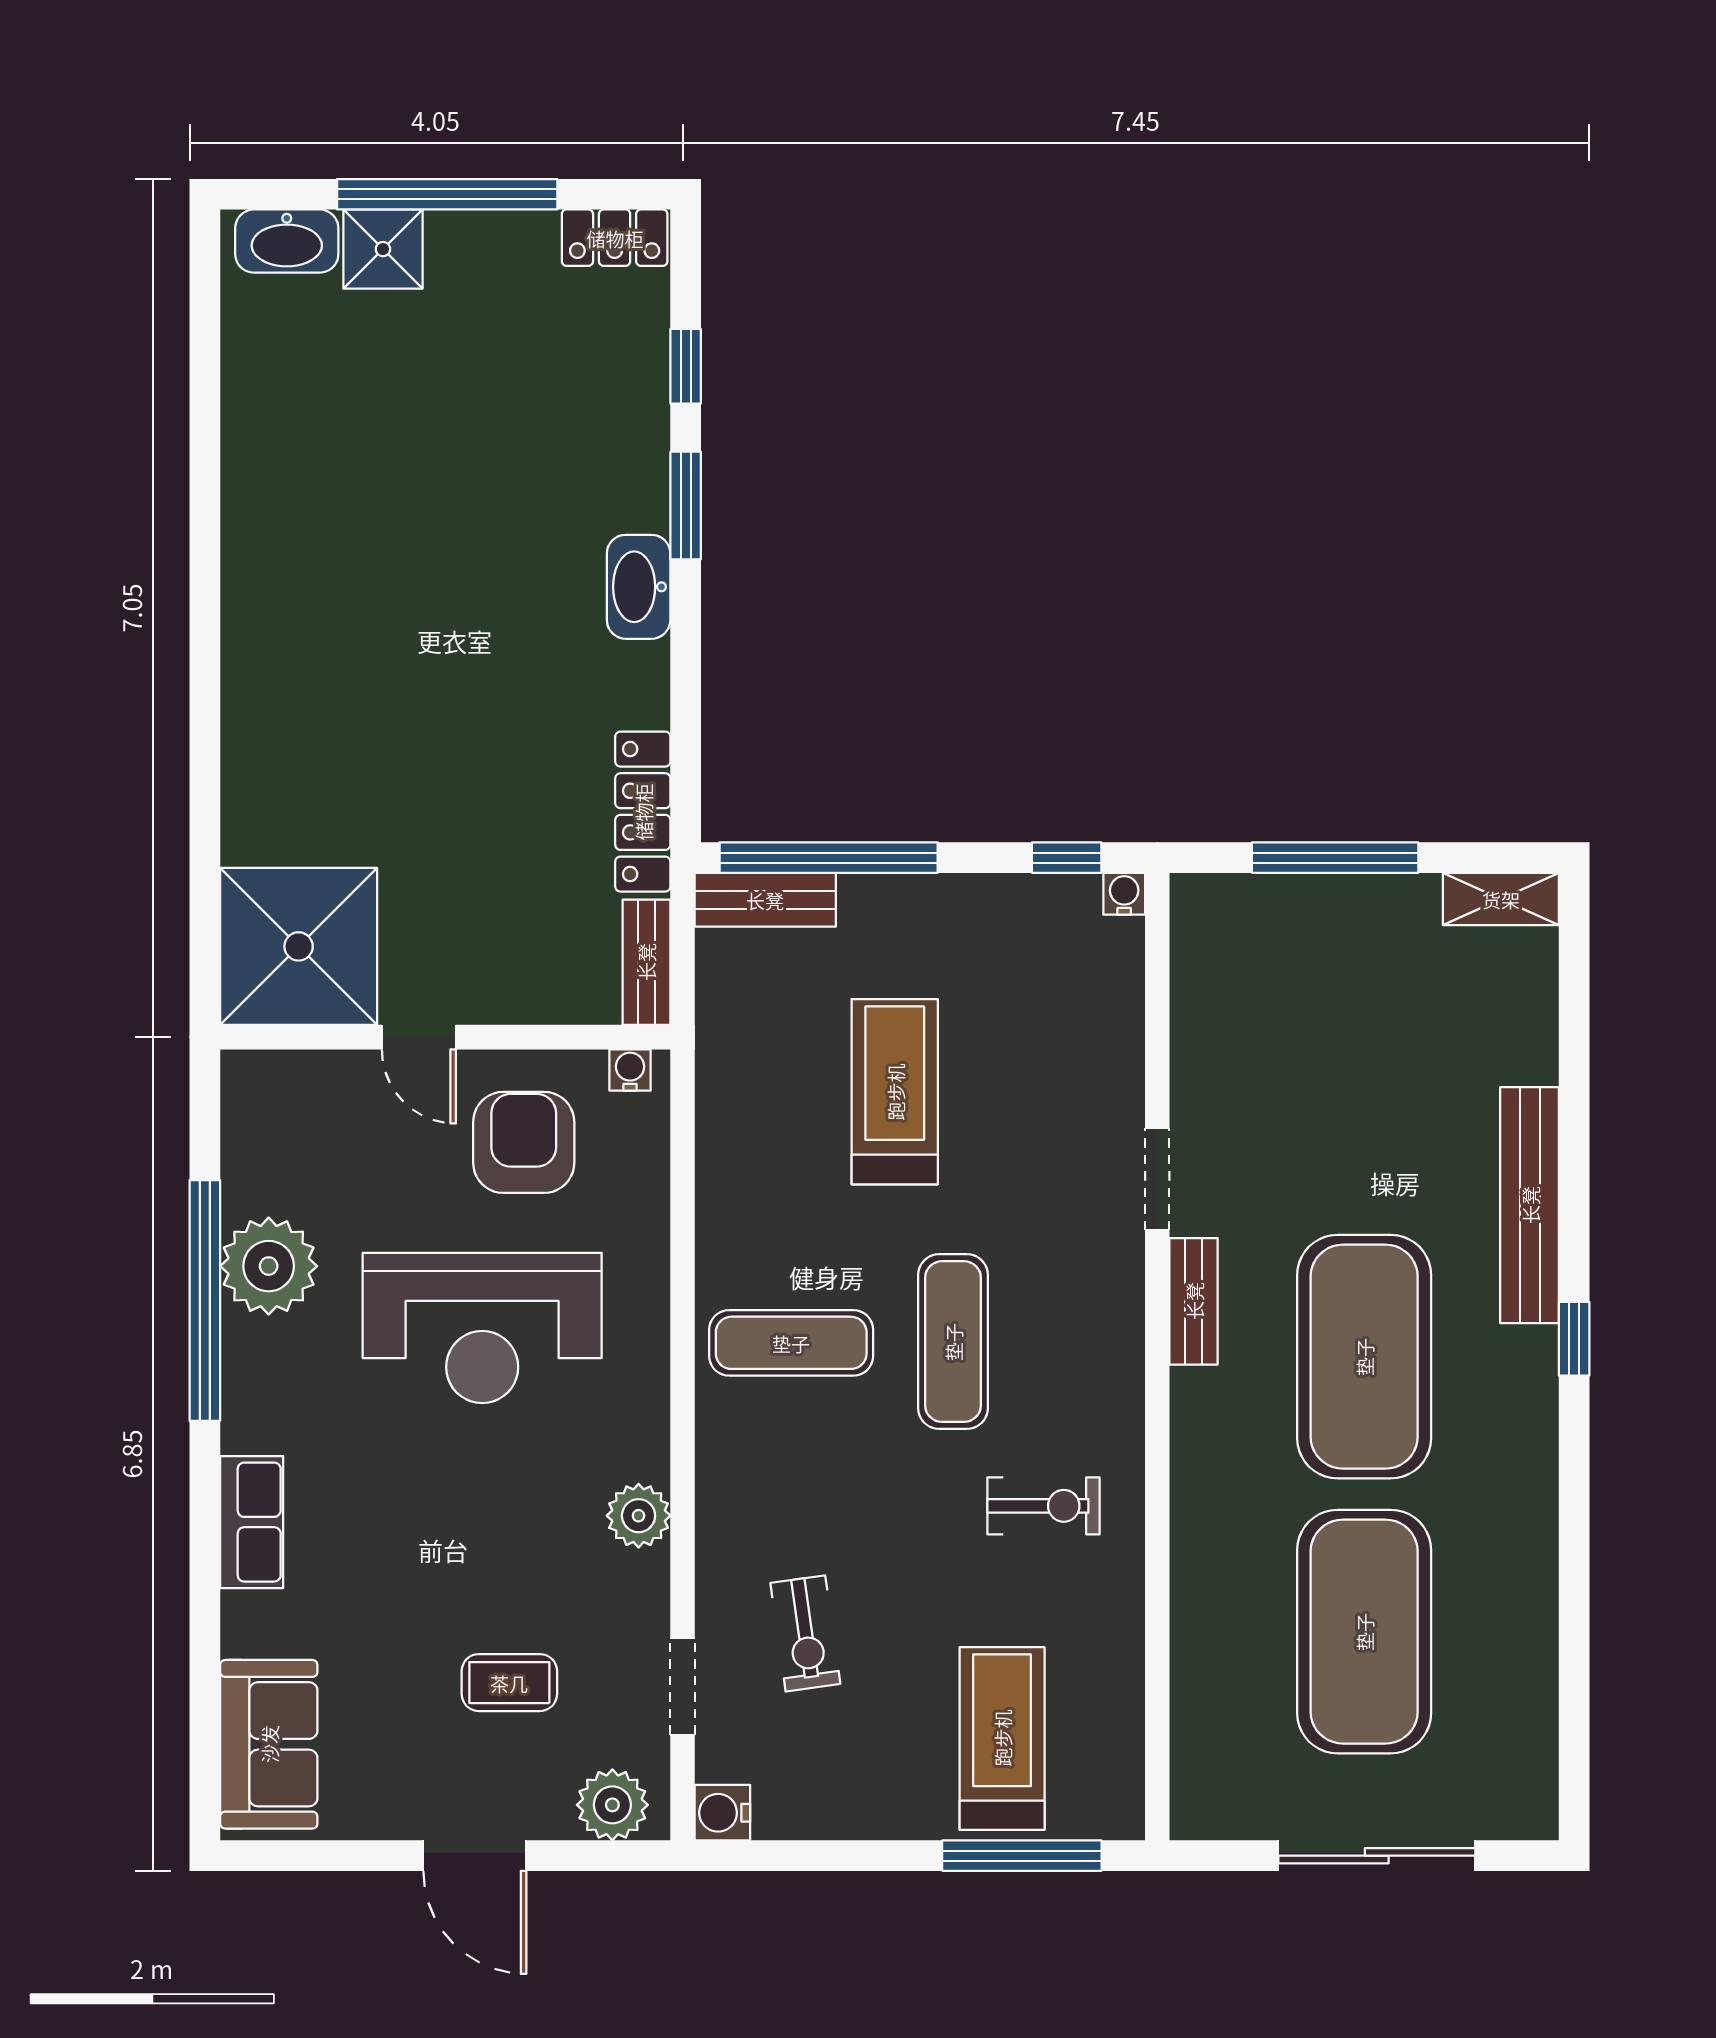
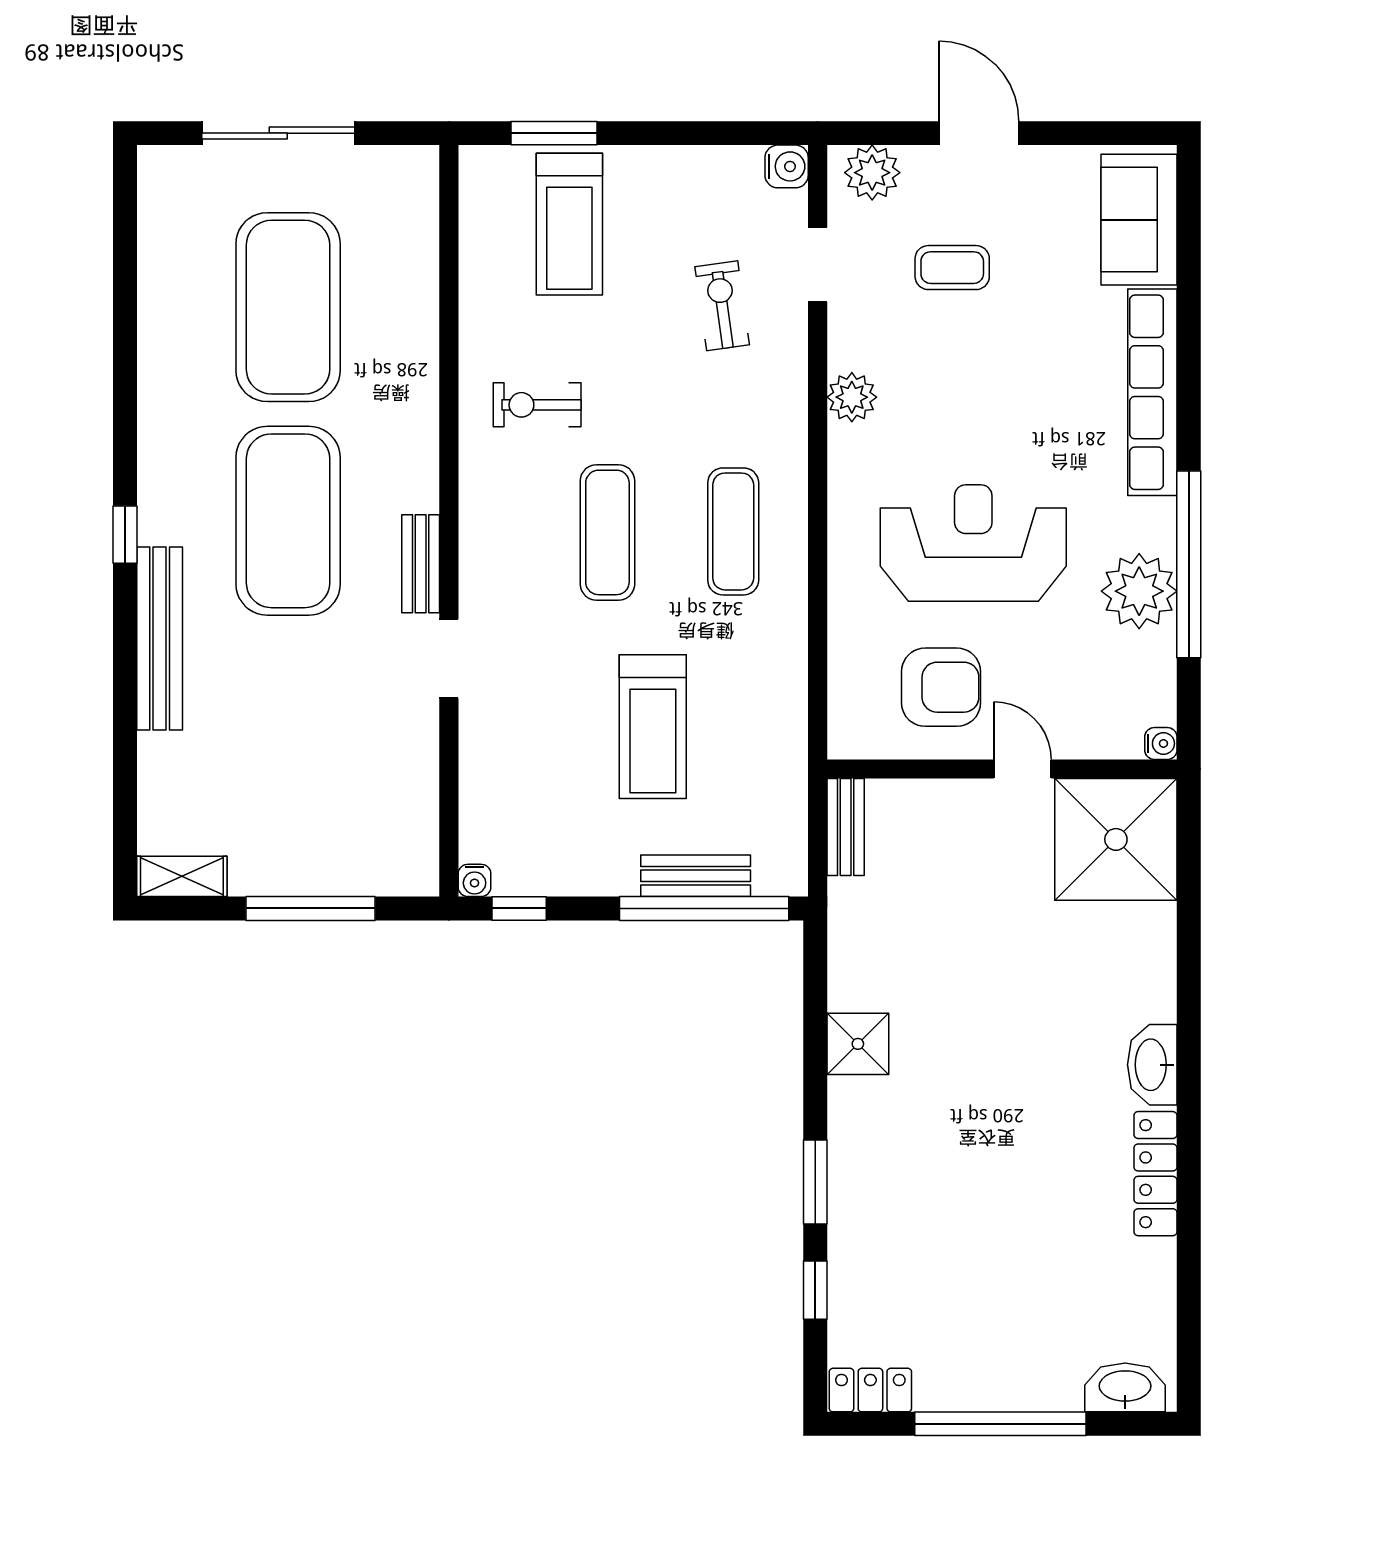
shower: (383, 249) -> (858, 1044), moved
washbasin: (639, 587) -> (1152, 1065), moved, turned 180
locker: (643, 812) -> (1155, 1174), moved, turned 180
bench: (765, 900) -> (696, 876), moved
water cooler: (630, 1070) -> (1161, 743), moved, turned -90
armchair: (524, 1142) -> (941, 687), turned -90
exercise mat: (791, 1343) -> (733, 531), turned 90
row of seats: (252, 1522) -> (1152, 392), width x2.02
window: (1022, 1856) -> (554, 133), width x0.69

